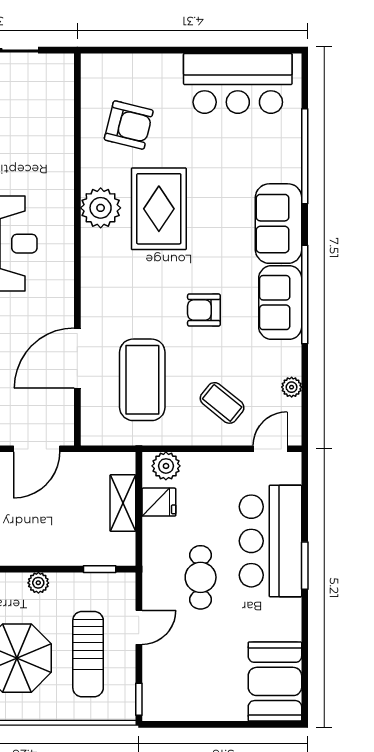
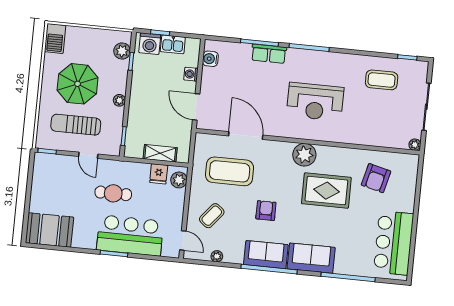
plant: (64, 64) -> (415, 145), added
plant: (101, 208) -> (304, 155), moved

